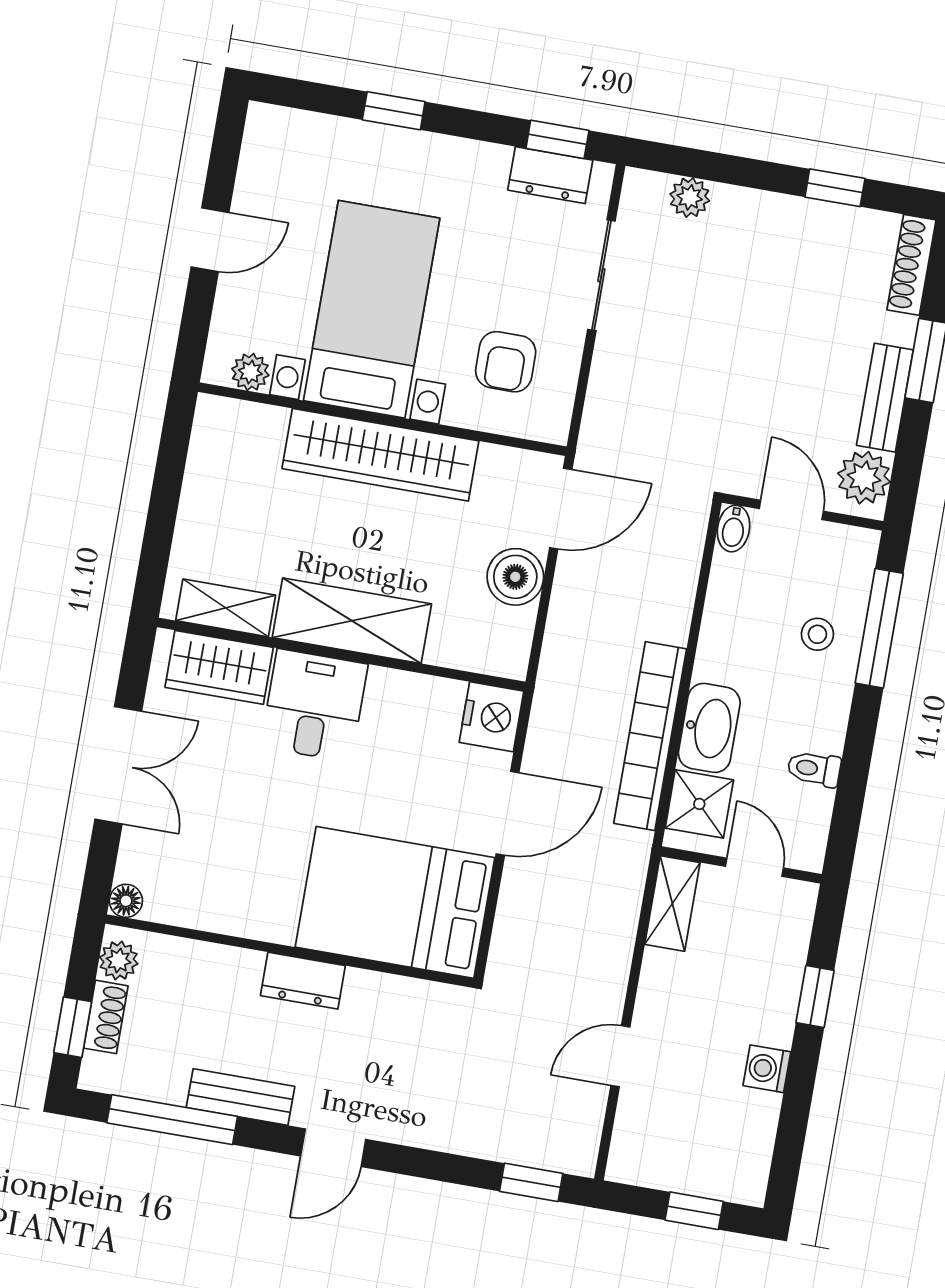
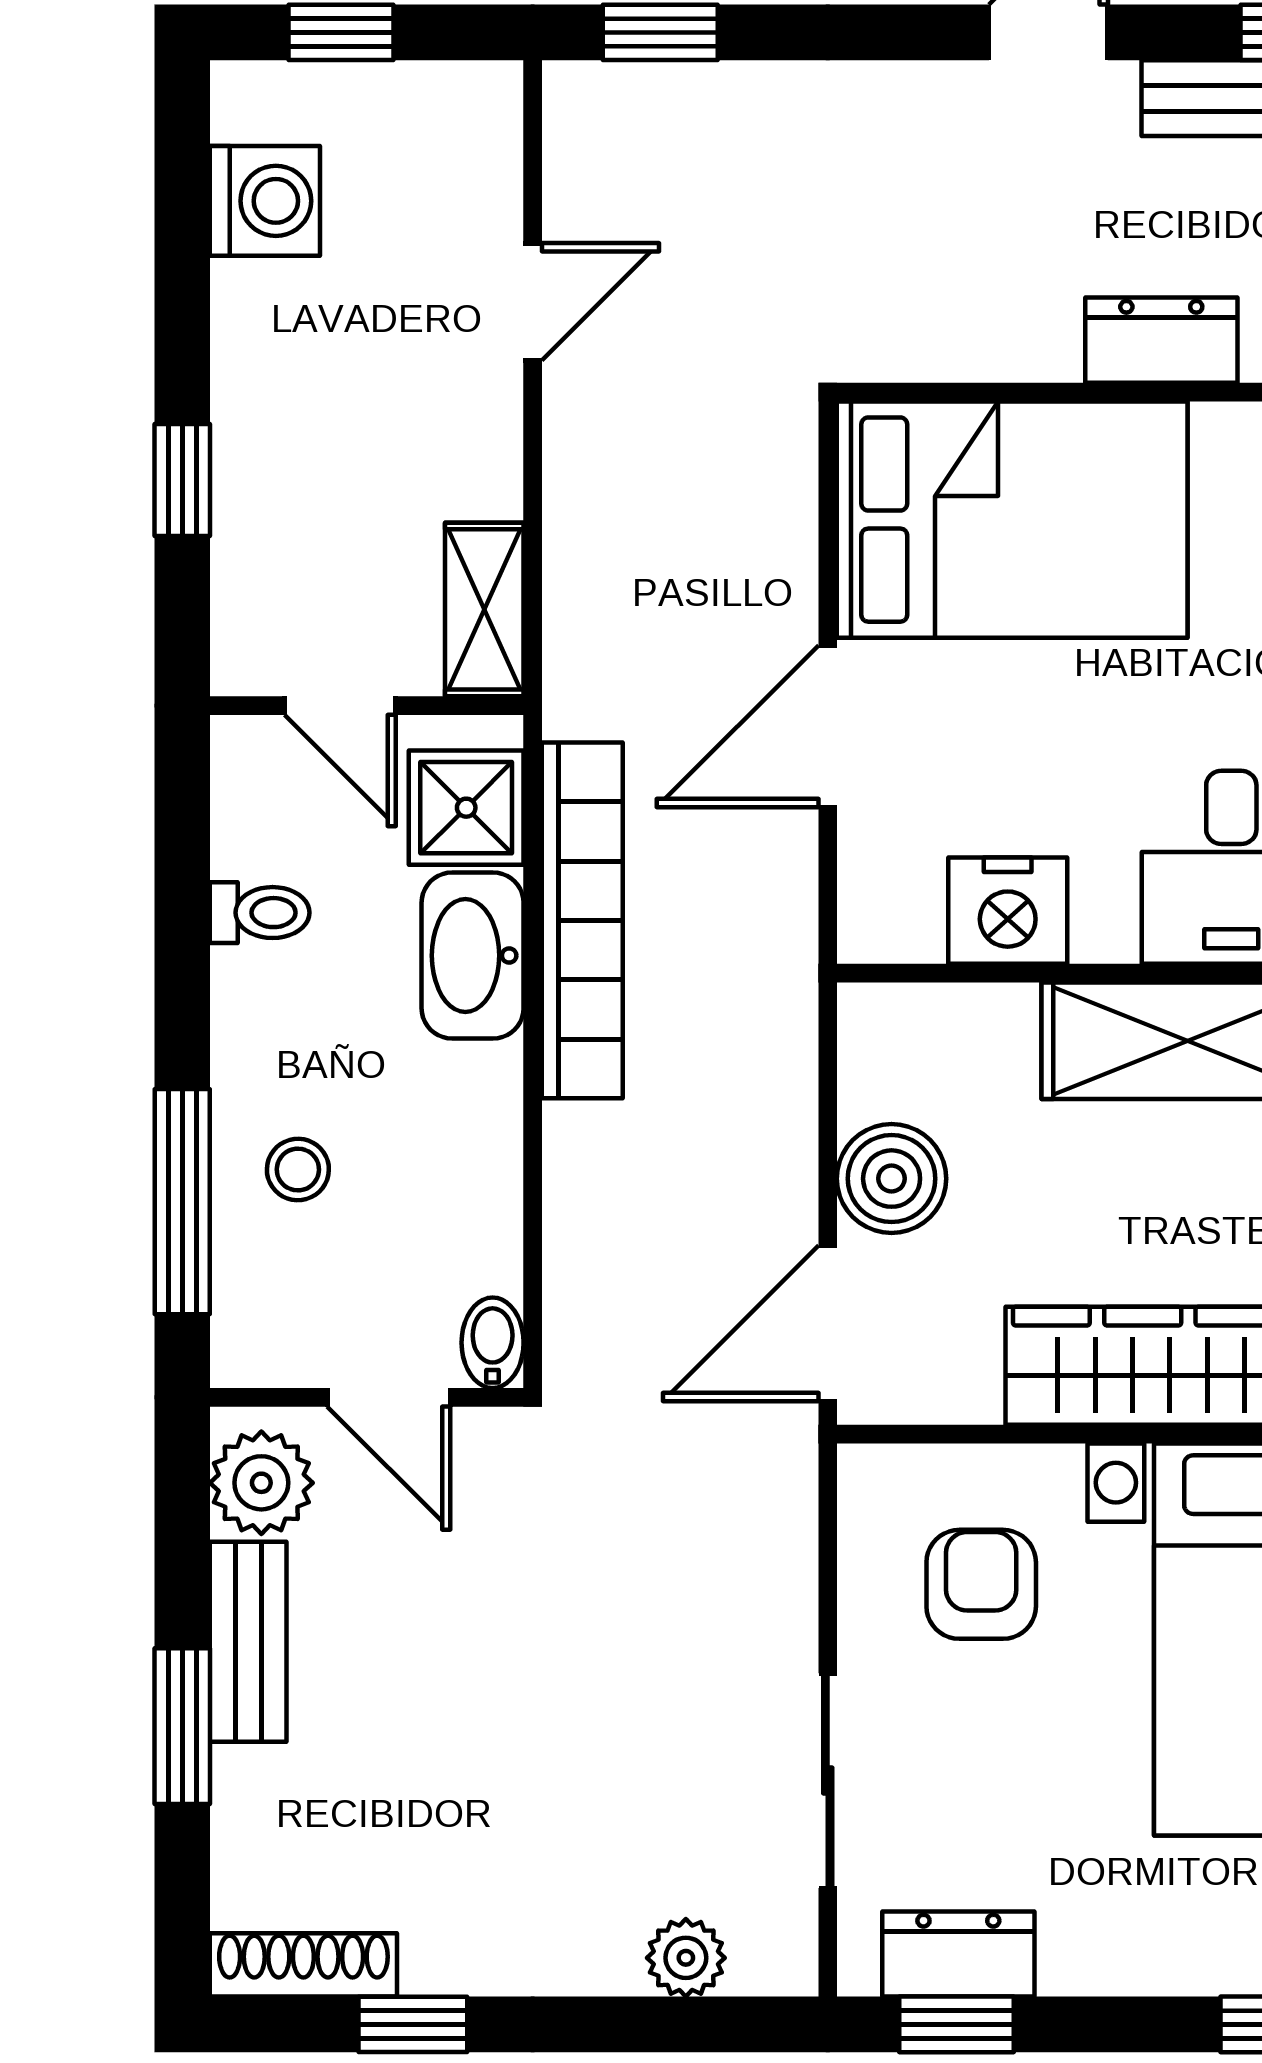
shoe rack: (911, 265) -> (303, 1965), moved, turned -90
nightstand: (492, 717) -> (1008, 911), moved, turned -90
washing machine: (767, 1069) -> (265, 201), moved, width x1.38, depth x1.38

